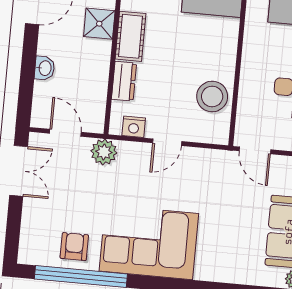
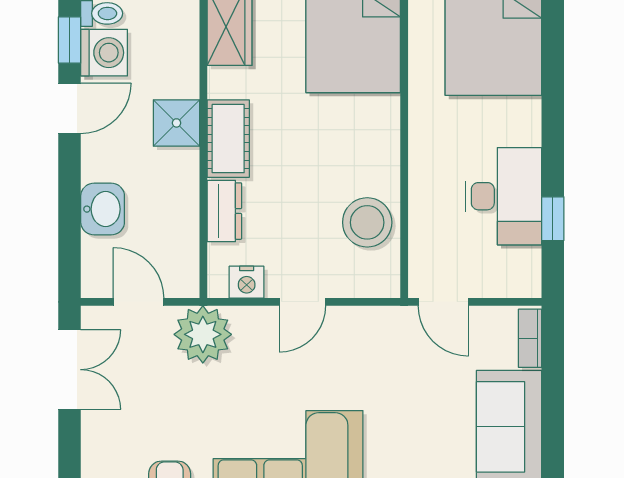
washbasin: (45, 68) -> (103, 209), width x1.38, depth x1.45
plant: (104, 152) -> (203, 334), width x1.36, depth x1.36

